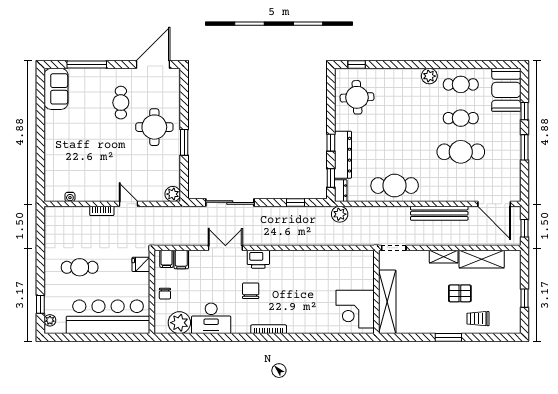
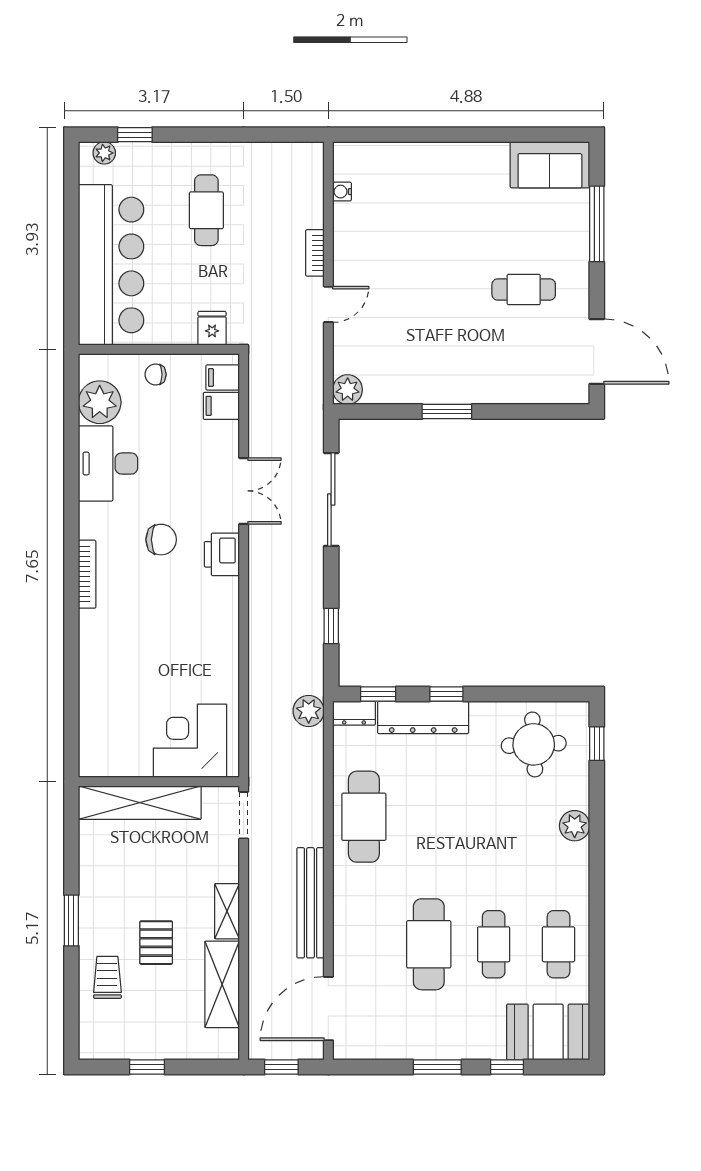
plant: (429, 76) -> (575, 826), moved
round table: (154, 127) -> (476, 354), removed
corner desk: (355, 309) -> (190, 741), moved

